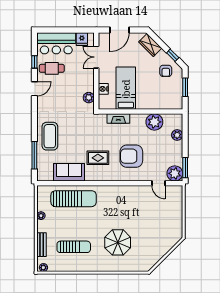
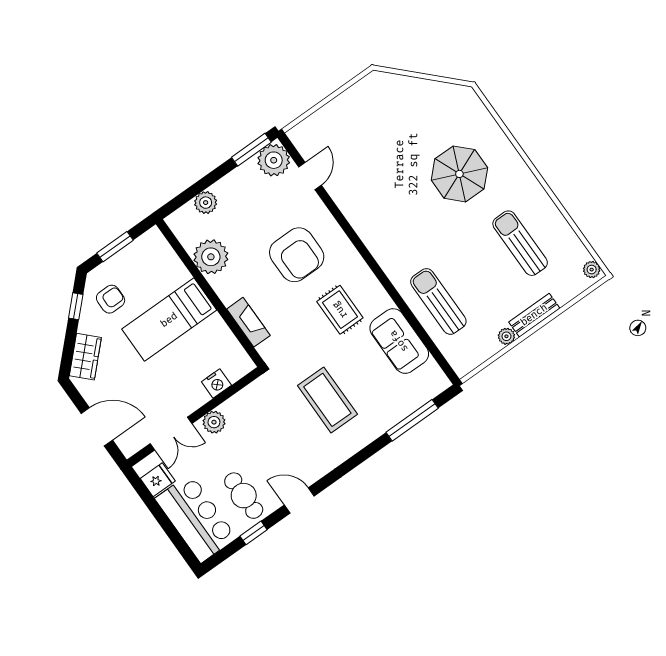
bed: (126, 88) -> (169, 320), moved
plant: (89, 98) -> (214, 422), moved
coffee table: (50, 136) -> (327, 400), moved, turned 90
sun lounger: (74, 199) -> (438, 301), width x0.73, depth x0.75
bench: (42, 245) -> (534, 315), moved

